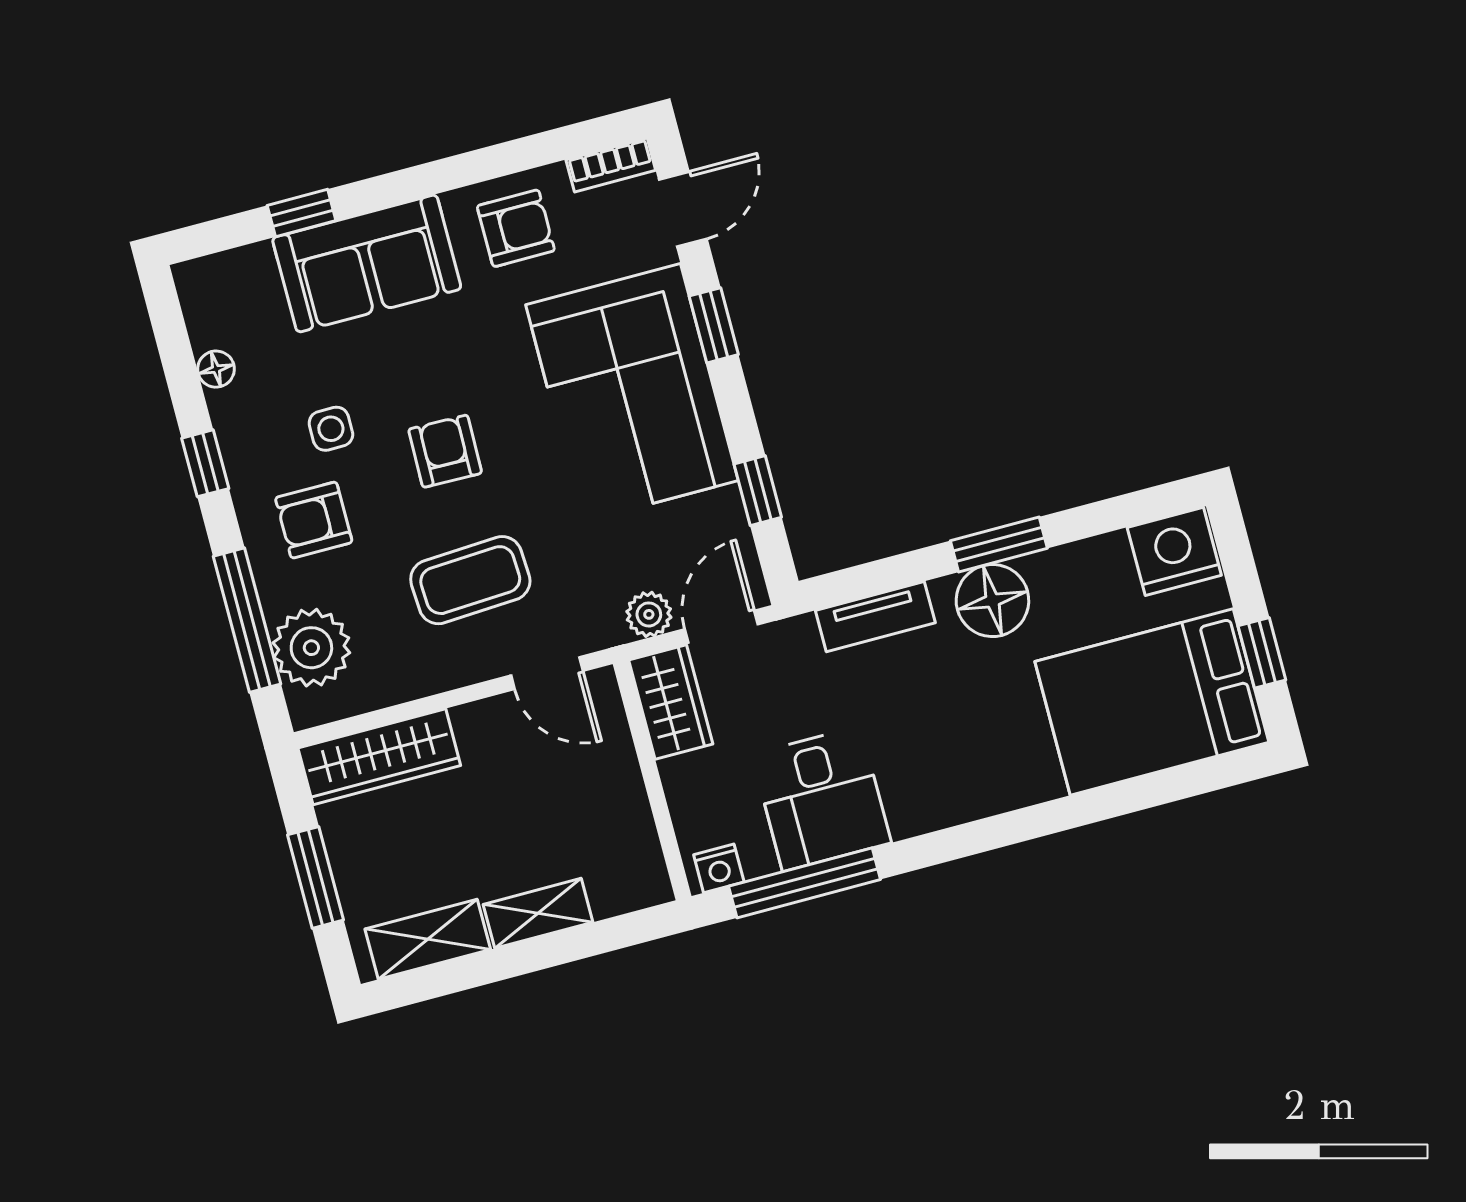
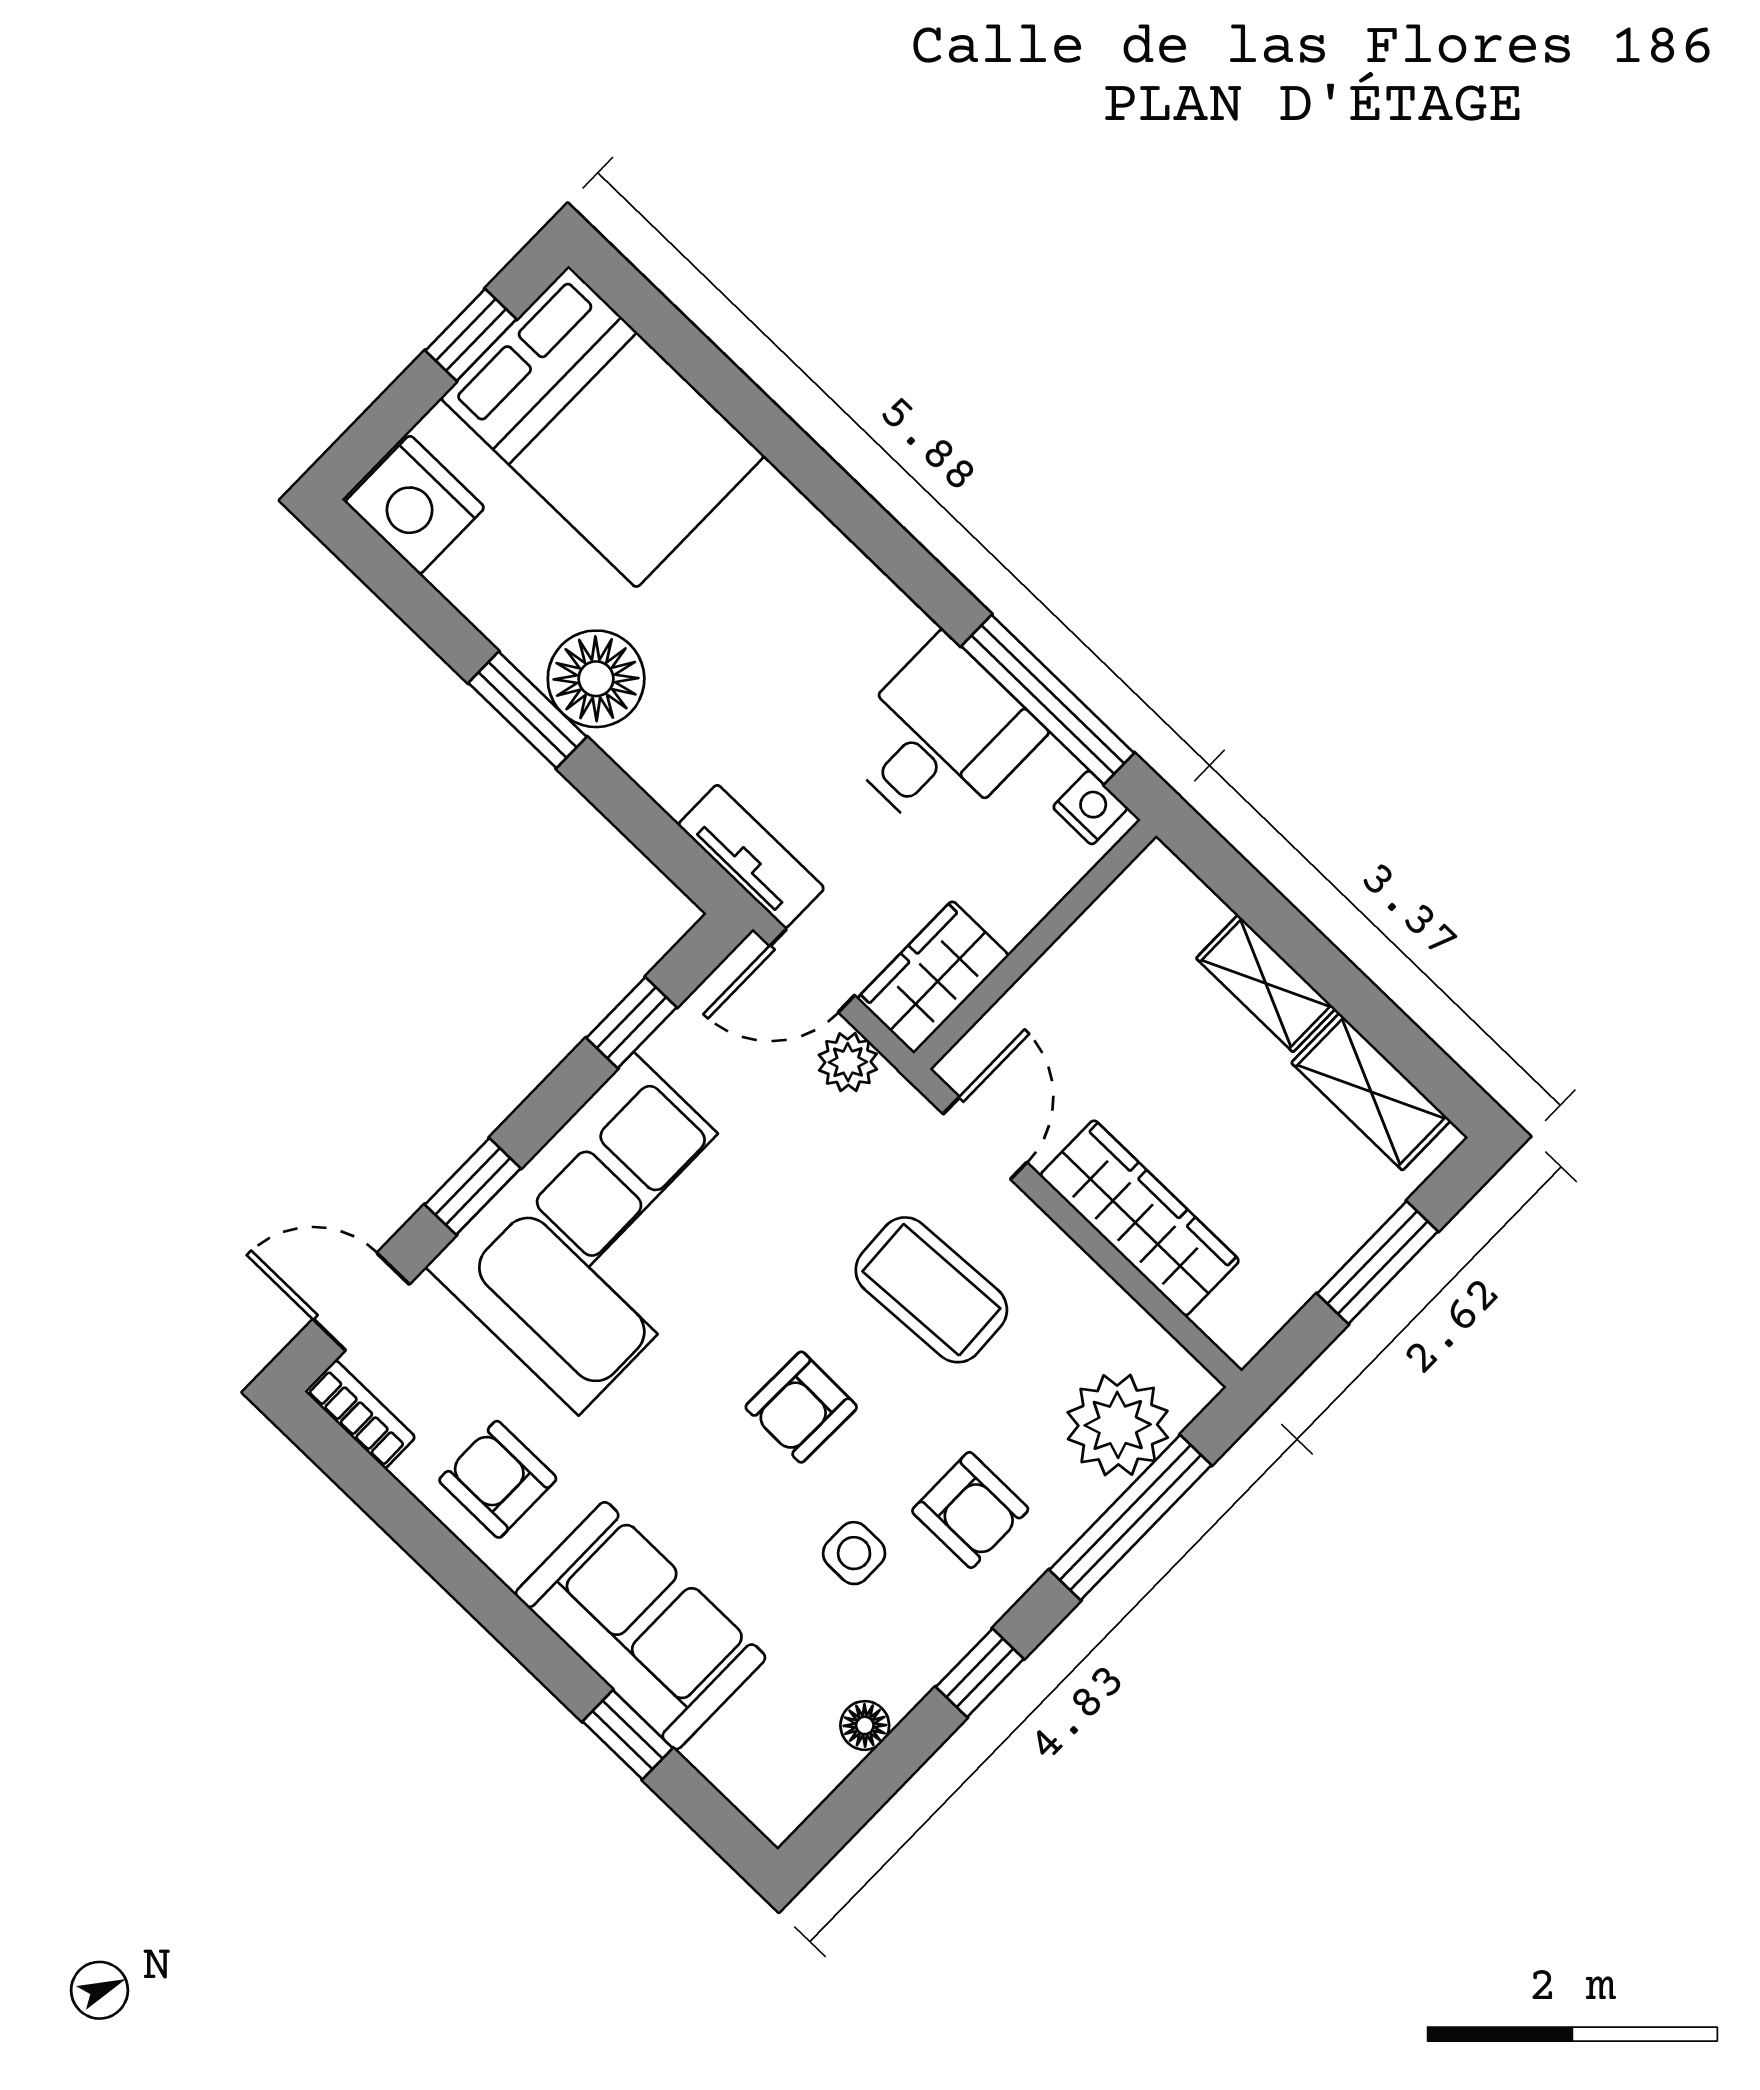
tv unit: (875, 617) -> (751, 856), moved
wardrobe: (379, 757) -> (1140, 1218), moved

